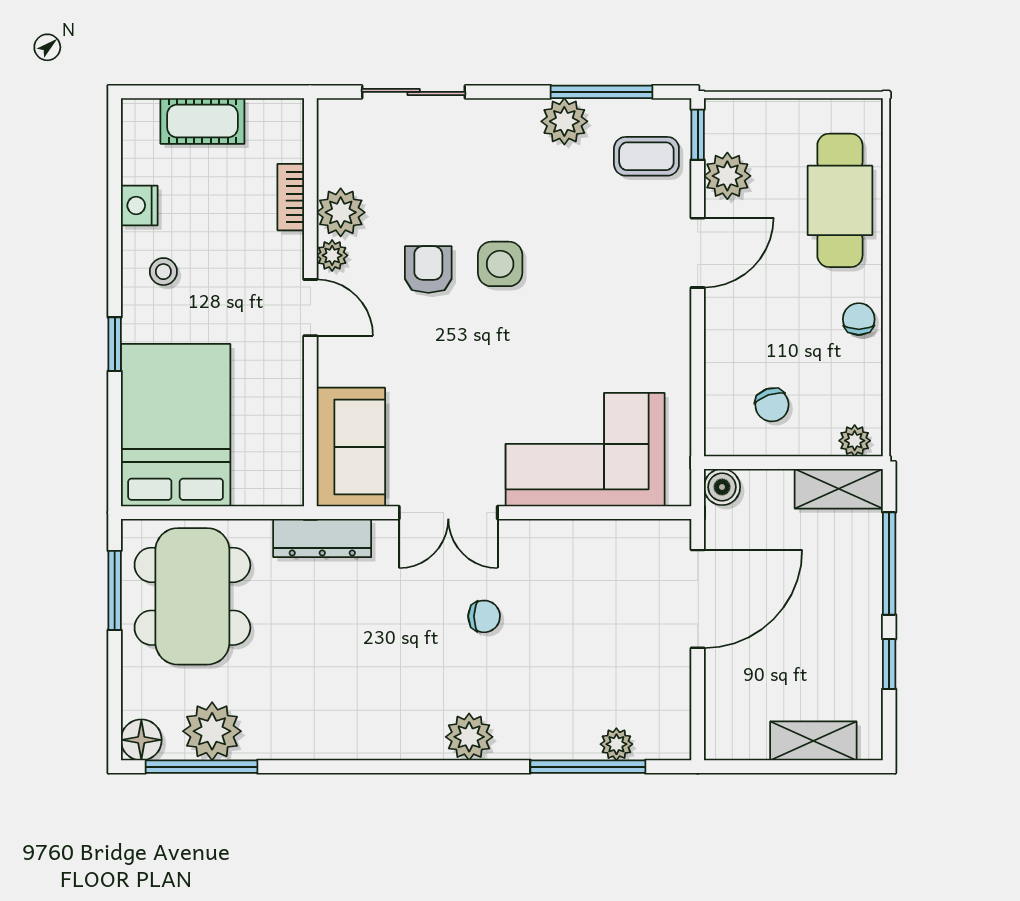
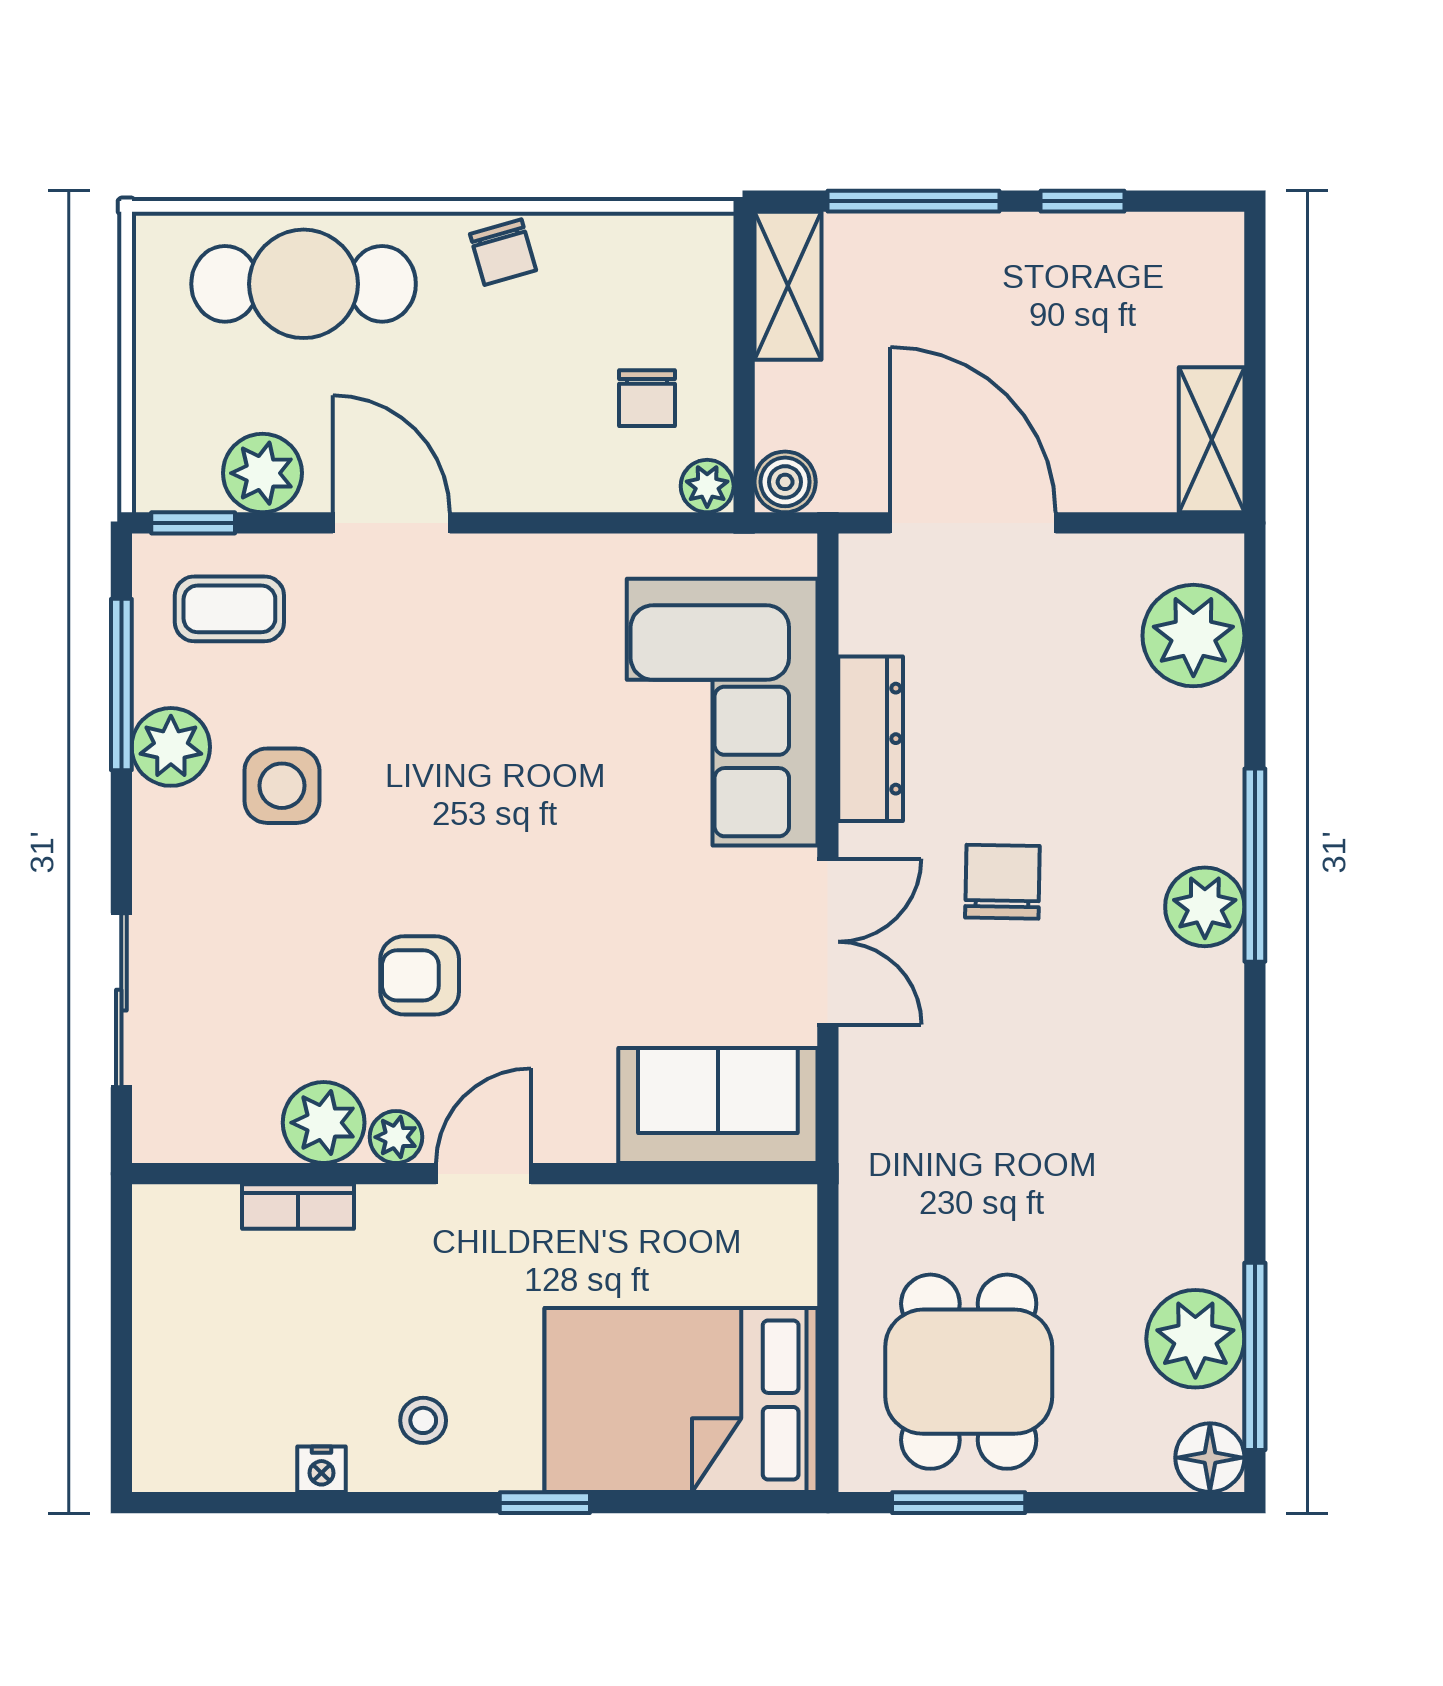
cot: (202, 121) -> (170, 1355), removed
coffee table: (646, 156) -> (229, 609), turned 90
nightstand: (139, 205) -> (322, 1469), width x0.72, depth x0.74
side table: (500, 264) -> (282, 786), moved
chair: (859, 319) -> (503, 252), turned -106
chair: (772, 405) -> (647, 398), turned 109
plant: (855, 441) -> (707, 486), moved
dresser: (322, 538) -> (871, 739), moved
dining table: (192, 596) -> (969, 1372), width x0.73
chair: (484, 616) -> (1002, 882), width x1.37, depth x1.37
shelving: (813, 741) -> (1212, 440), moved
plant: (616, 744) -> (1193, 636), width x1.87, depth x1.87
window: (588, 767) -> (1255, 865), moved

